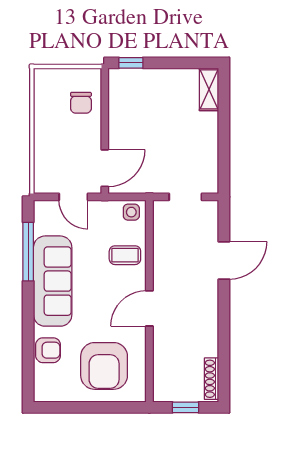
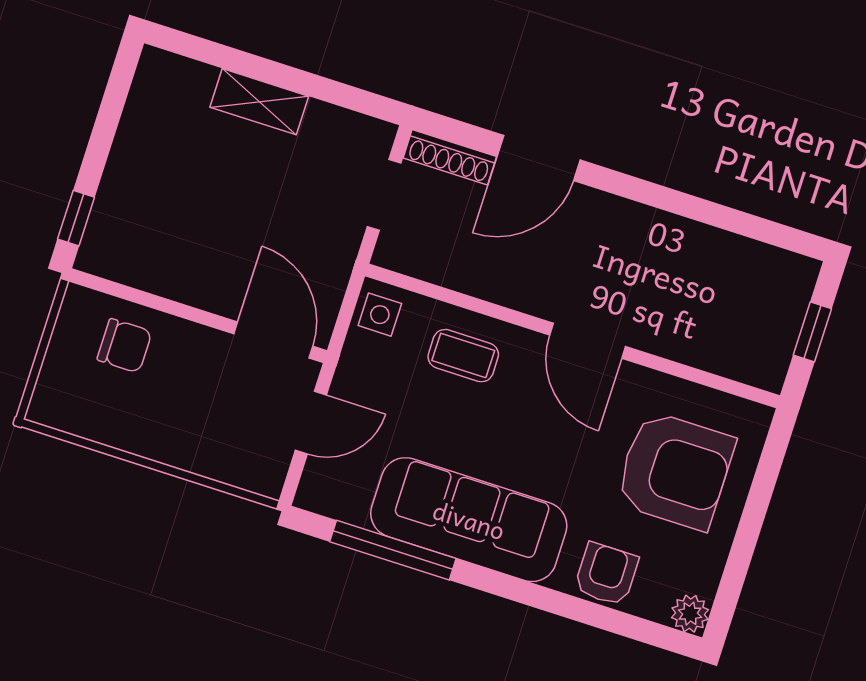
shelving: (209, 89) -> (259, 102), moved
coffee table: (125, 255) -> (463, 356), turned 90
door: (224, 260) -> (539, 158), swing flipped
shoe rack: (211, 379) -> (450, 157), moved
plant: (42, 393) -> (690, 614), added

